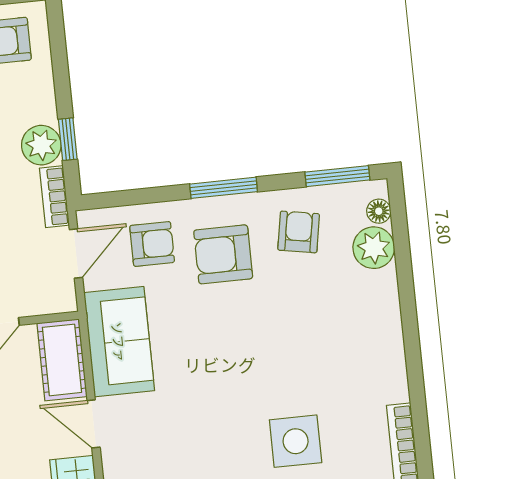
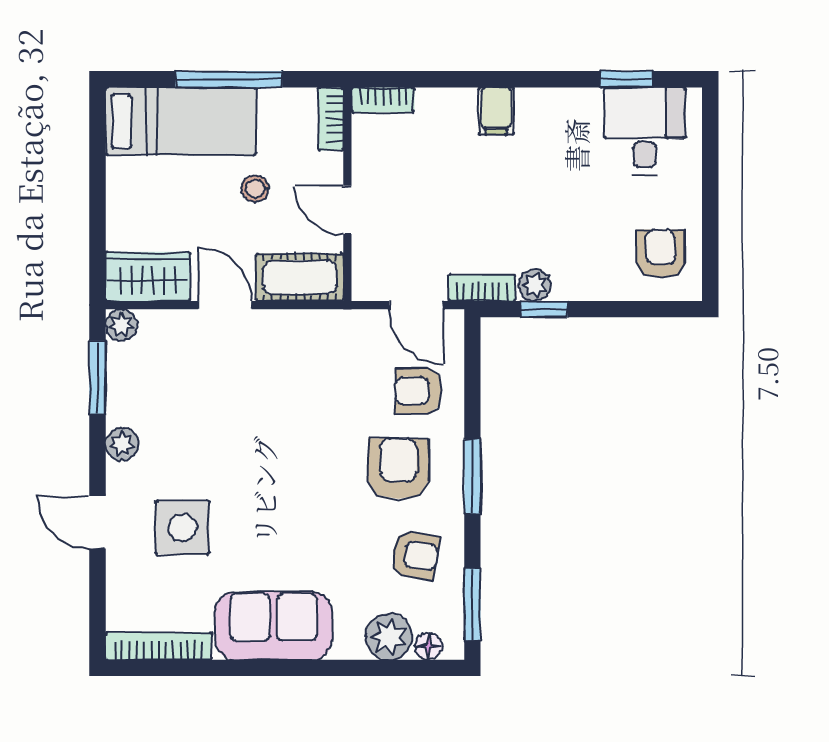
plant: (41, 145) -> (535, 285), width x0.73, depth x0.73
armchair: (152, 244) -> (418, 391), turned 90
sofa: (119, 342) -> (274, 626), moved, turned 180
door: (94, 424) -> (225, 305), hinge flipped

